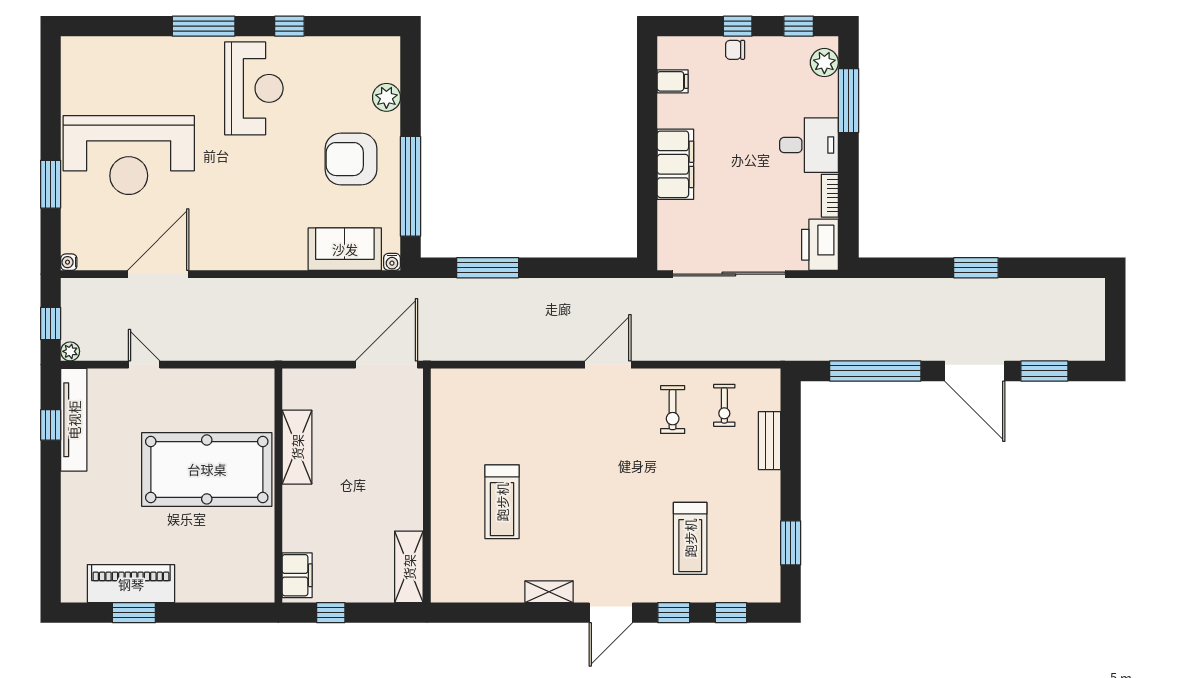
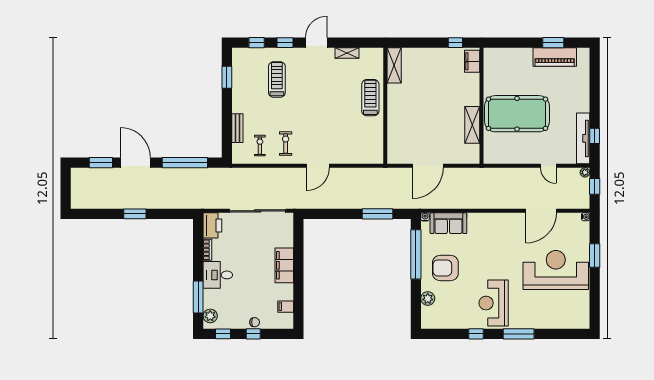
armchair: (351, 159) -> (445, 268), turned 180
wall: (427, 485) -> (385, 106), moved
shelving: (409, 567) -> (394, 65), moved

